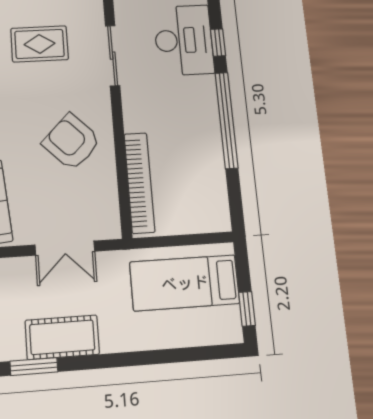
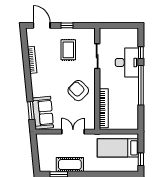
desk: (184, 40) -> (127, 62), moved
rug: (40, 44) -> (68, 50), turned 90
double door: (65, 248) -> (73, 132), swing flipped

